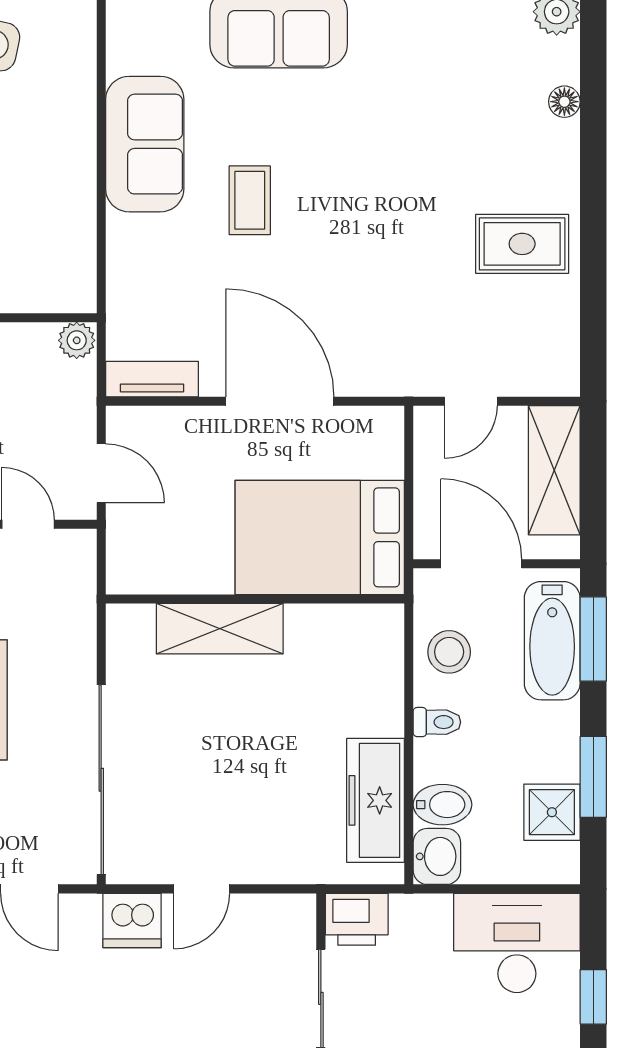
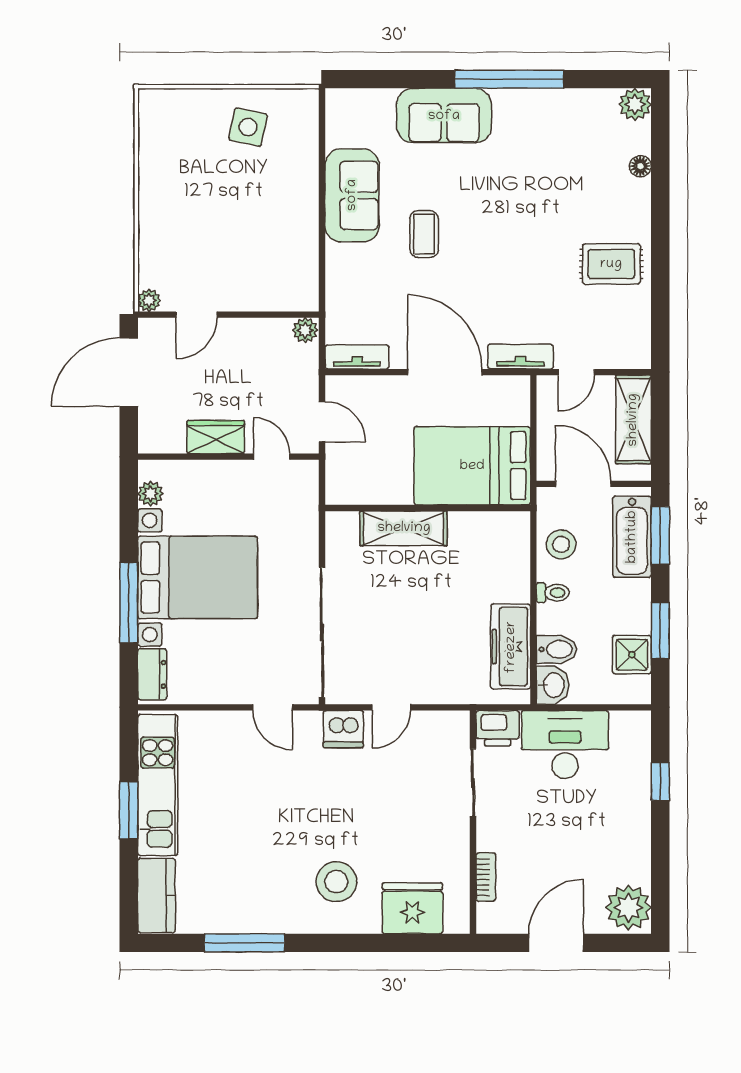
tv unit: (390, 379) -> (521, 357), added
desk: (517, 943) -> (565, 744), moved

